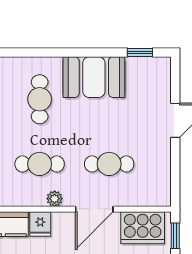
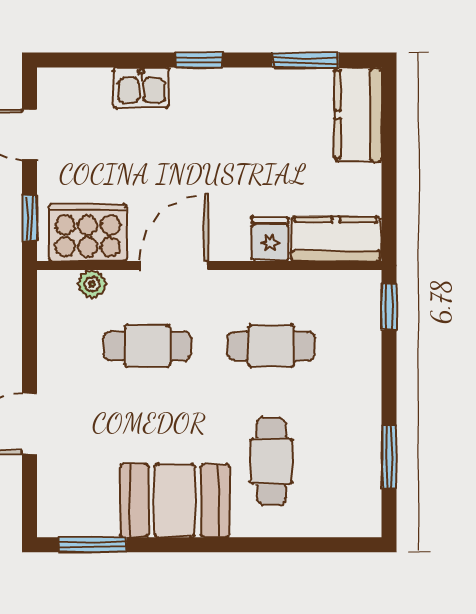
window: (140, 52) -> (93, 545), width x1.50
plant: (55, 199) -> (92, 284), moved

